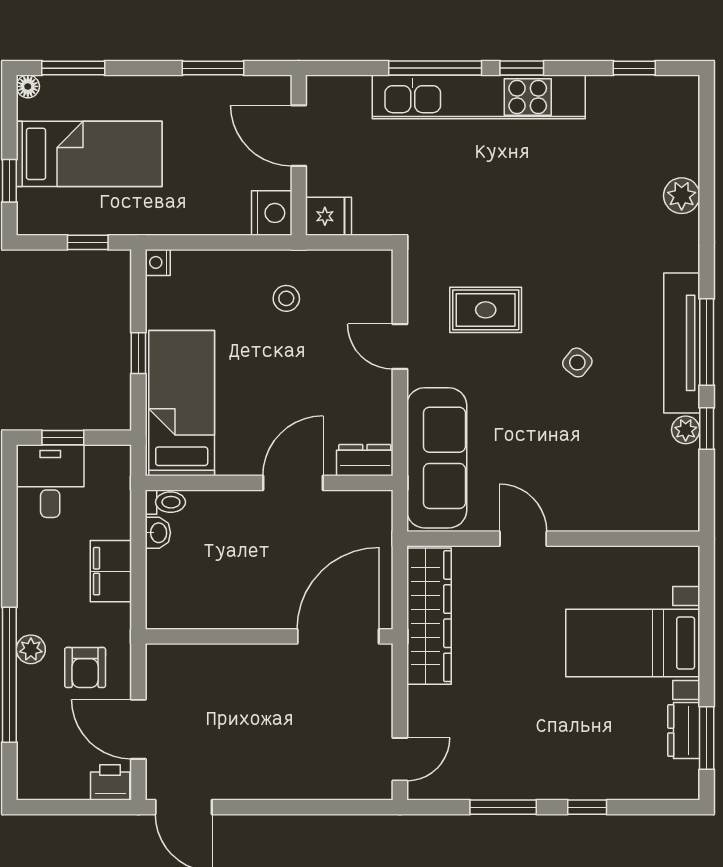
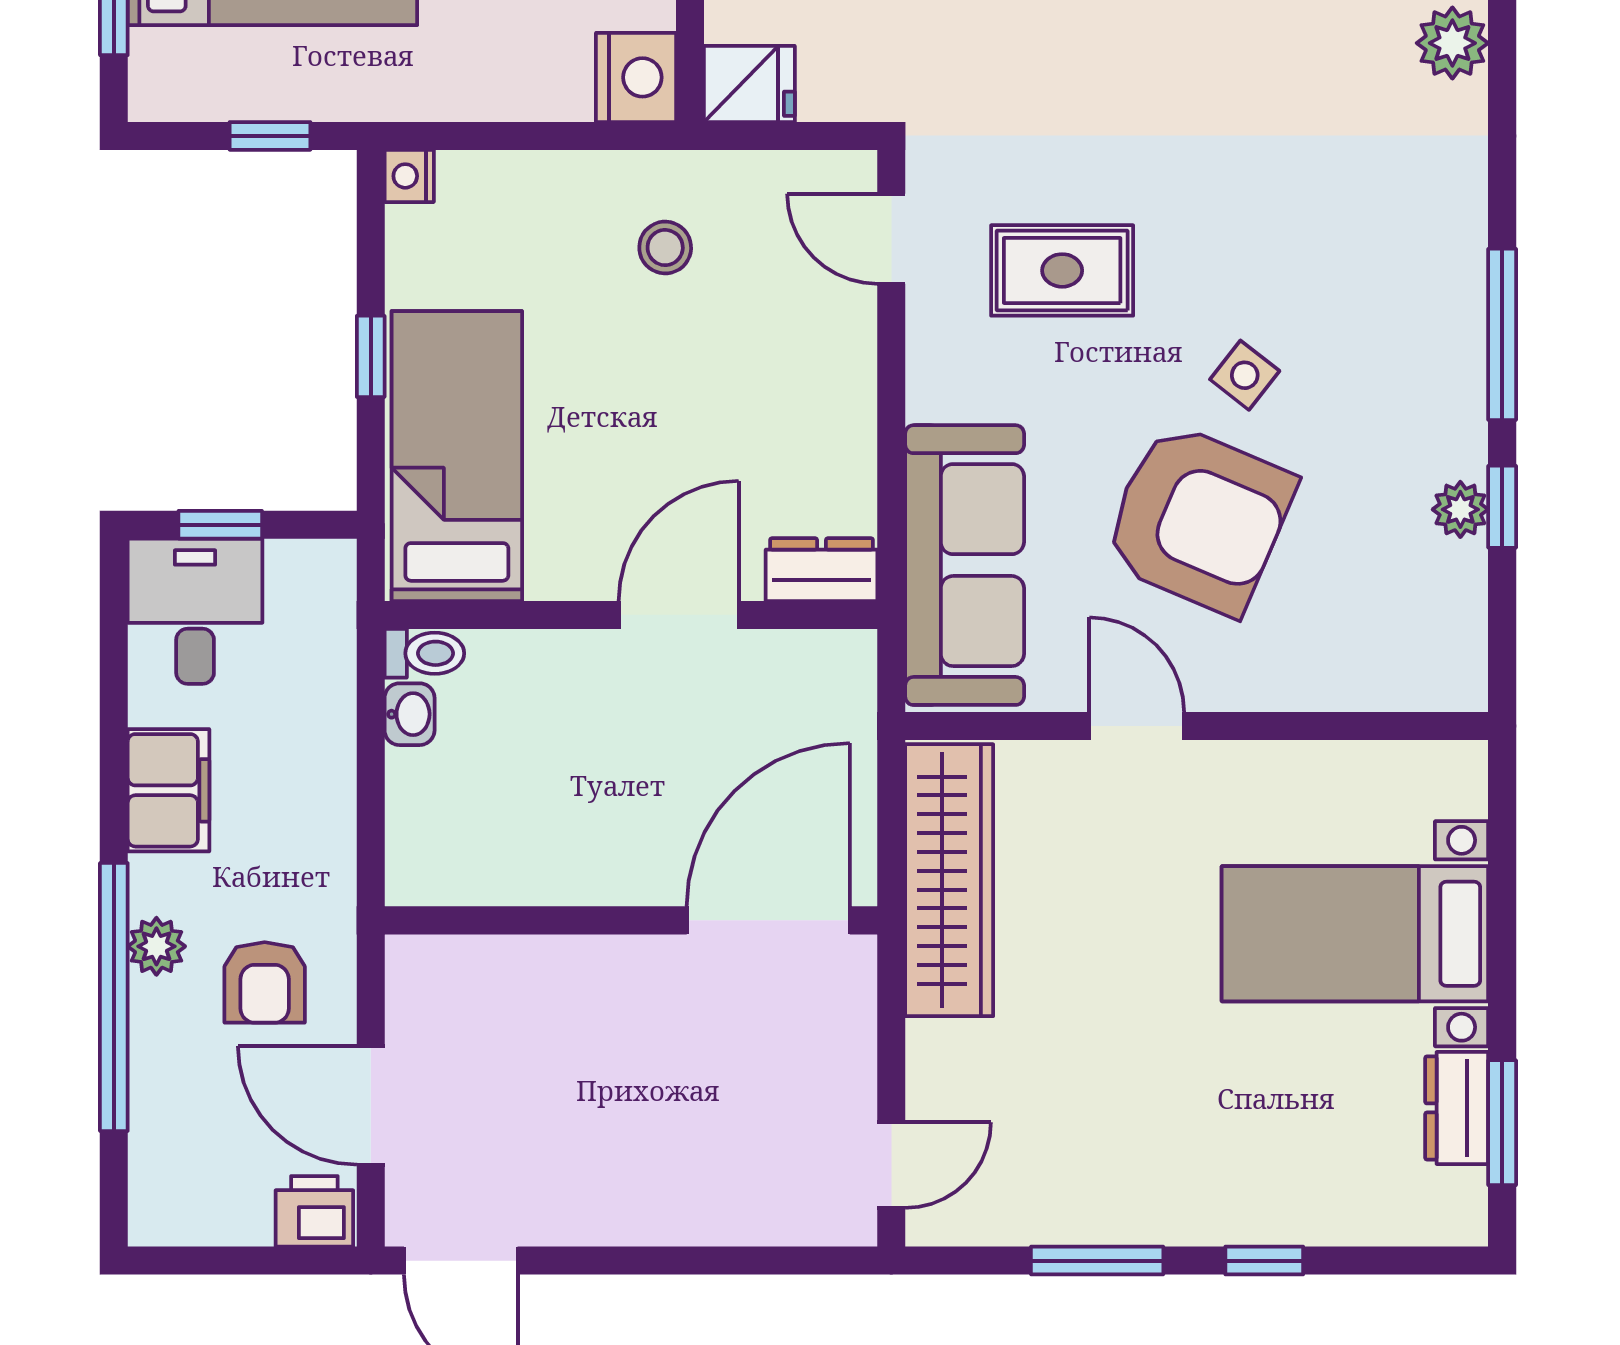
tv unit: (682, 343) -> (1452, 336), removed
door: (400, 347) -> (891, 239), moved
armchair: (554, 435) -> (1199, 519), added
filing cabinet: (111, 571) -> (168, 790), moved, turned 180

